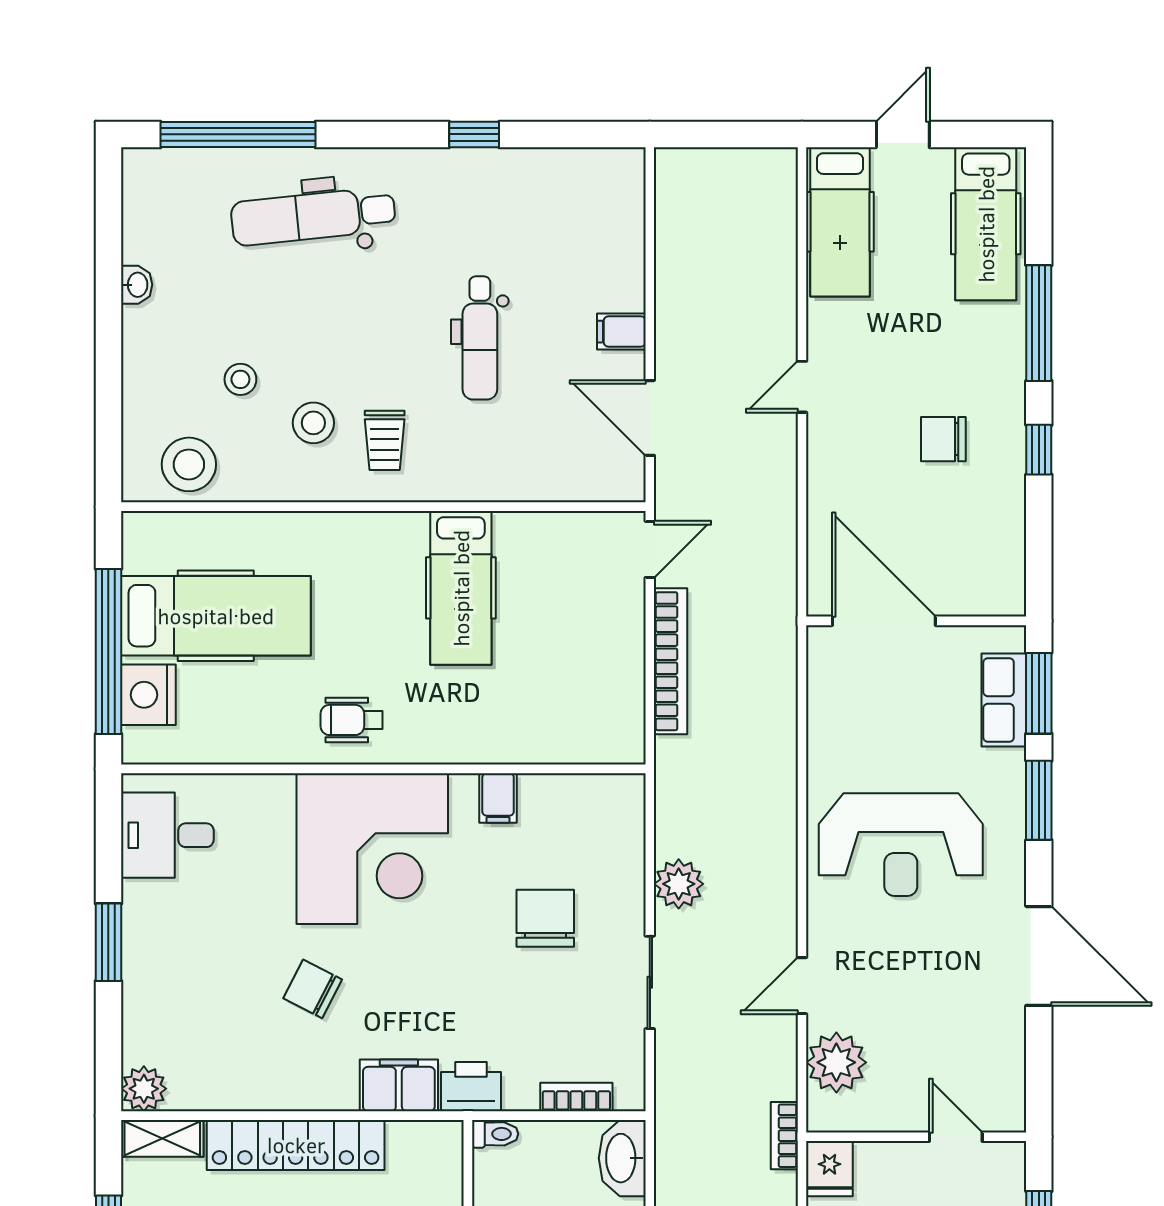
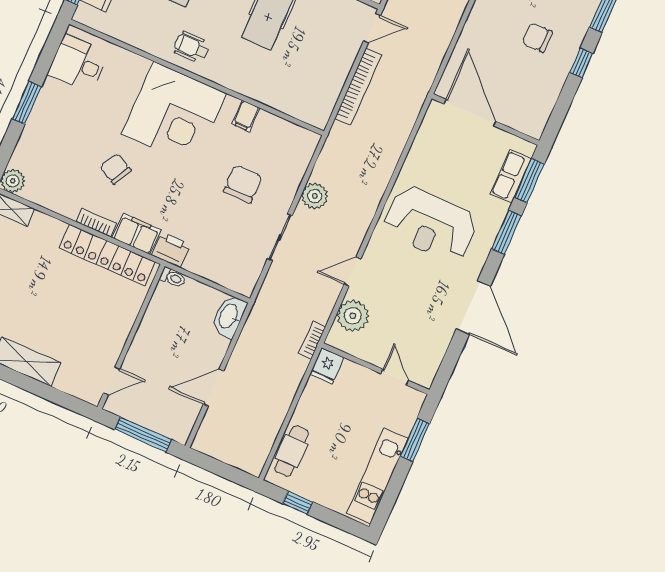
bookcase: (576, 1097) -> (96, 223), moved
locker: (296, 1145) -> (107, 255), moved

